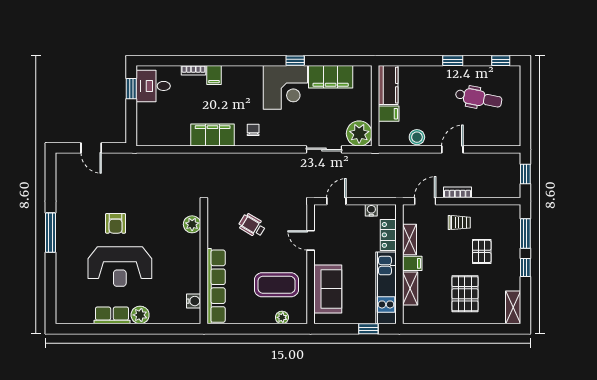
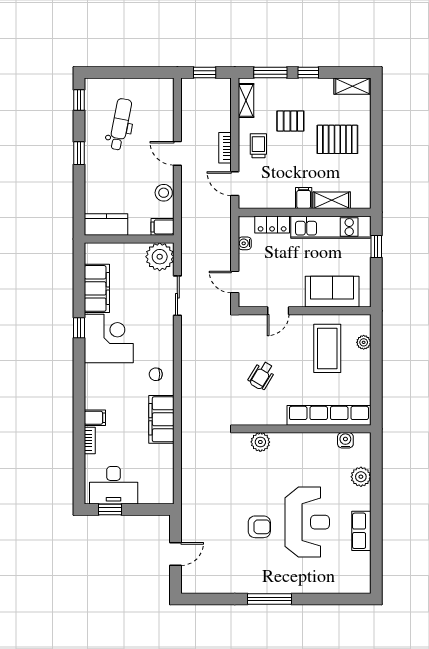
desk: (153, 86) -> (114, 485), width x1.37
filing cabinet: (389, 114) -> (162, 227), moved, turned -90
shelving: (410, 239) -> (246, 100), moved, turned 90
plant: (140, 315) -> (361, 477), moved

